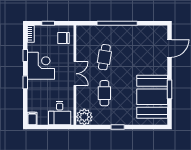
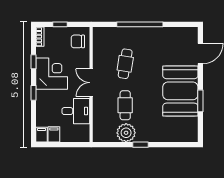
double door: (75, 74) -> (91, 83), swing flipped
booth: (152, 97) -> (180, 91), moved
desk: (60, 113) -> (76, 111), moved, turned -90
plant: (84, 117) -> (126, 133), moved
filing cabinet: (43, 118) -> (54, 134), added

